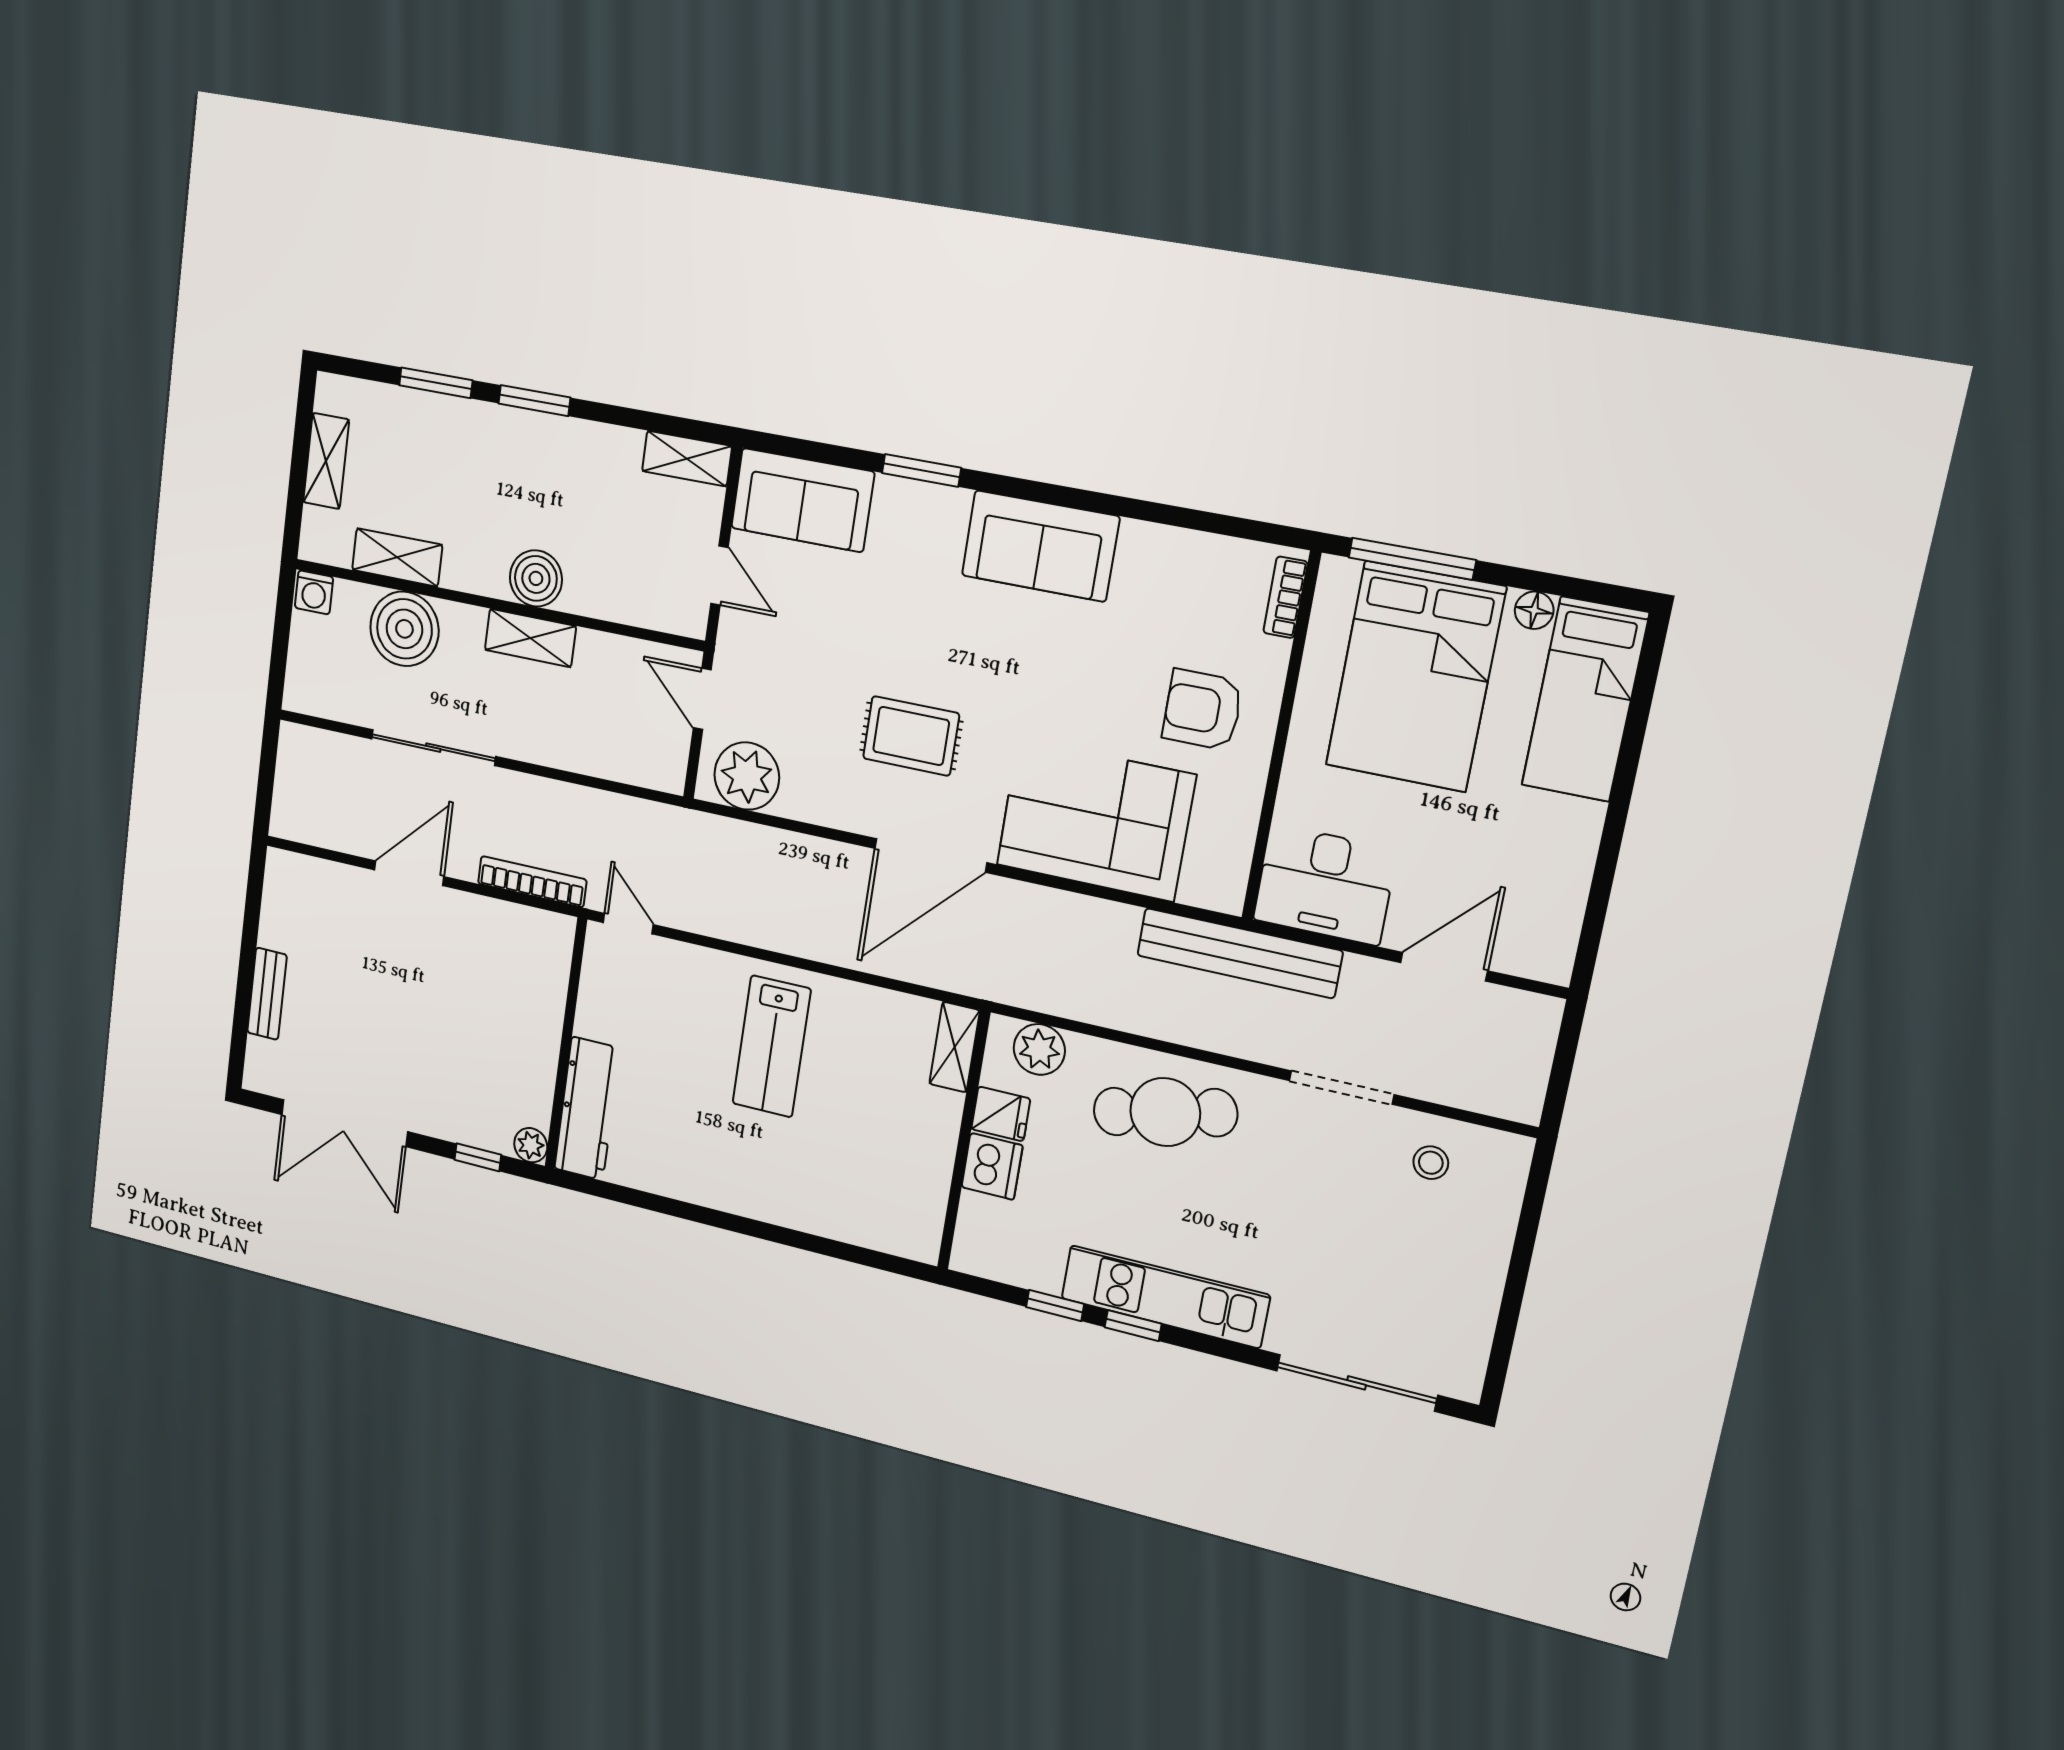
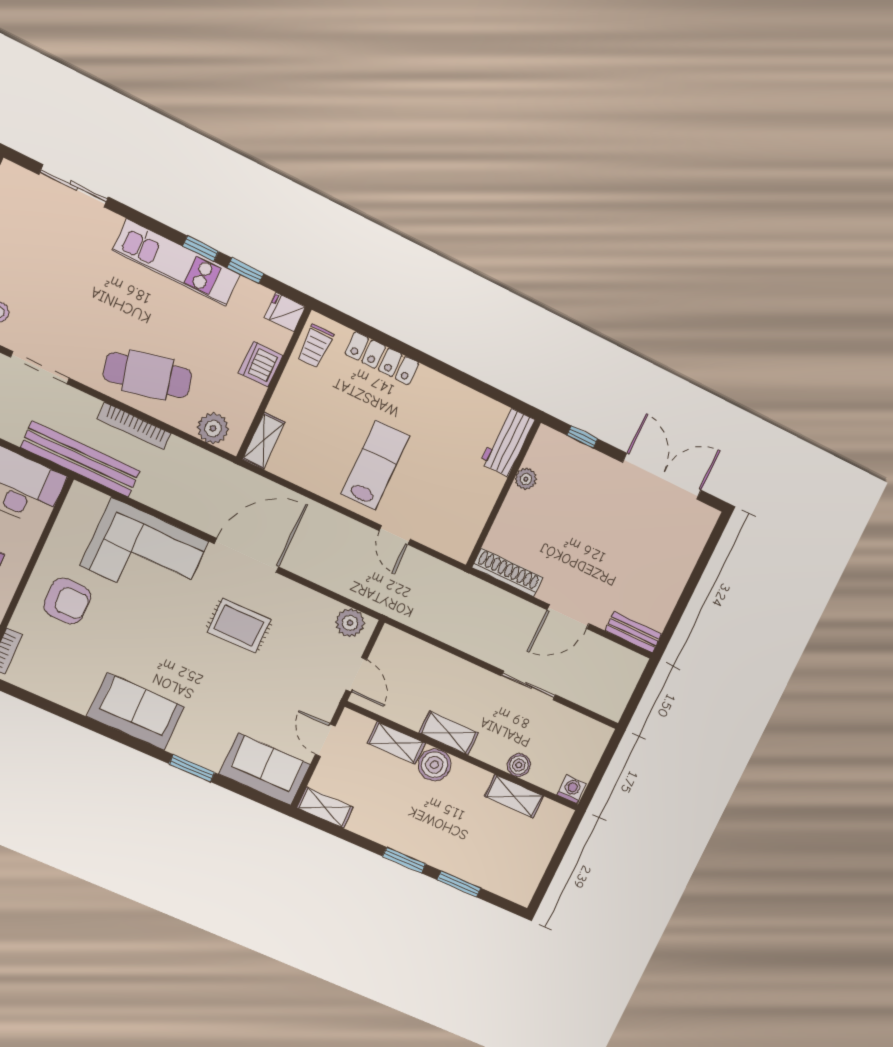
shelving: (326, 461) -> (396, 743), moved, turned 90
boiler: (404, 629) -> (519, 765), width x0.54, depth x0.54
sliding door: (433, 748) -> (528, 685), width x0.73
plant: (747, 776) -> (350, 623), width x0.73, depth x0.73
bookcase: (532, 882) -> (134, 426), moved
shoe rack: (521, 922) -> (507, 572), added
door: (628, 924) -> (395, 535), moved
bench: (267, 994) -> (633, 632), moved, turned 90
workbench: (587, 1109) -> (507, 441), width x0.73
fridge: (1001, 1114) -> (285, 312), moved
plant: (531, 1145) -> (526, 479), moved
trolley: (916, 1212) -> (315, 346), added
locker: (810, 1214) -> (382, 358), added
sliding door: (1357, 1383) -> (74, 186), width x0.73

